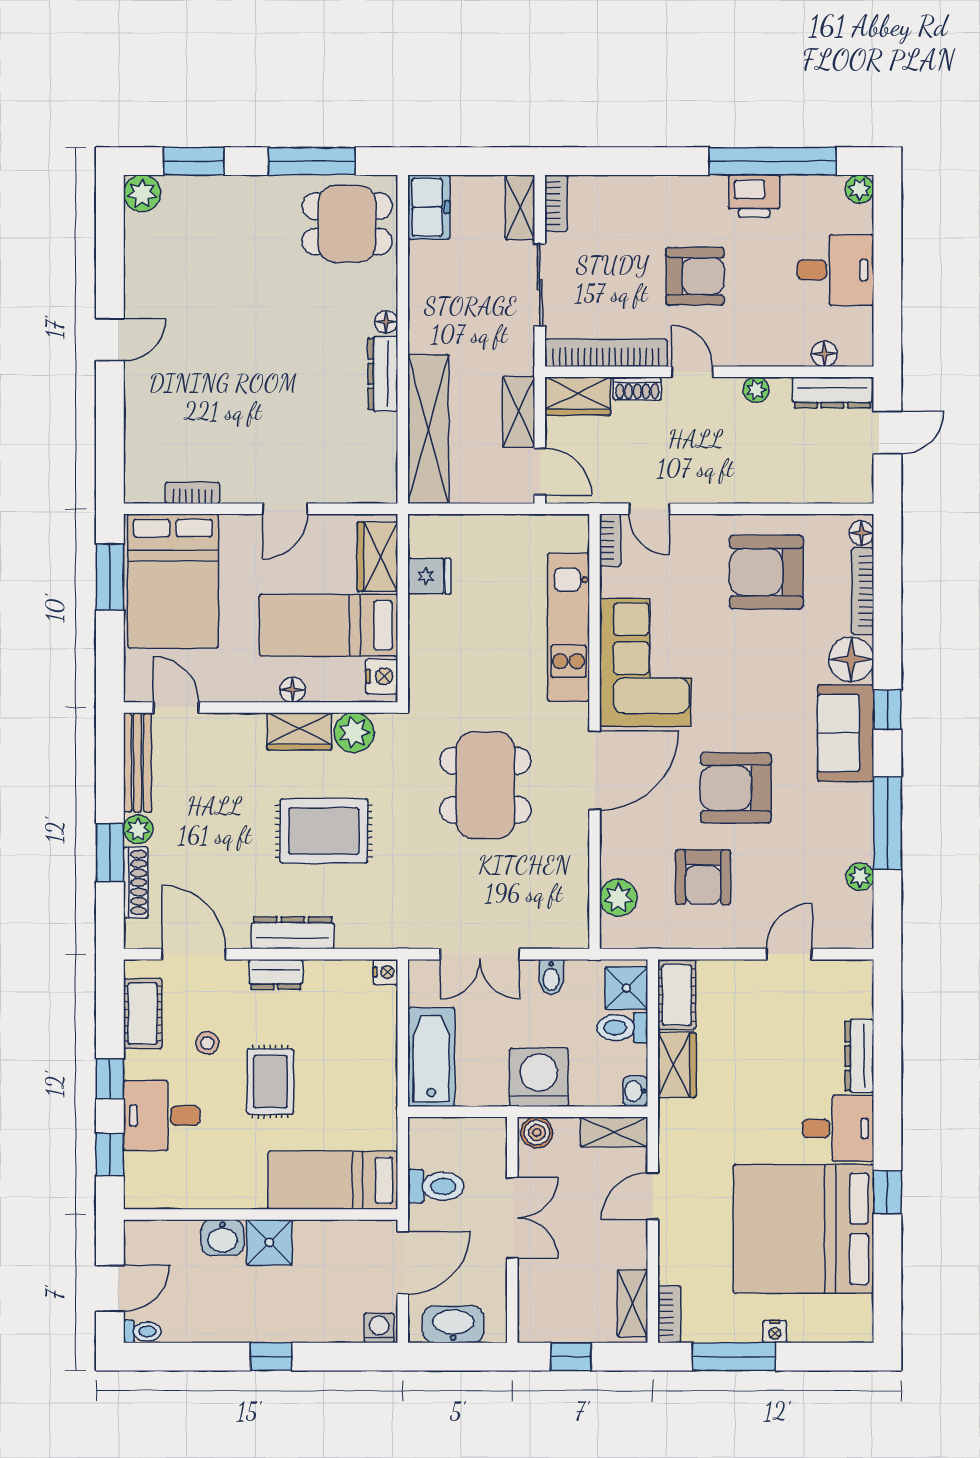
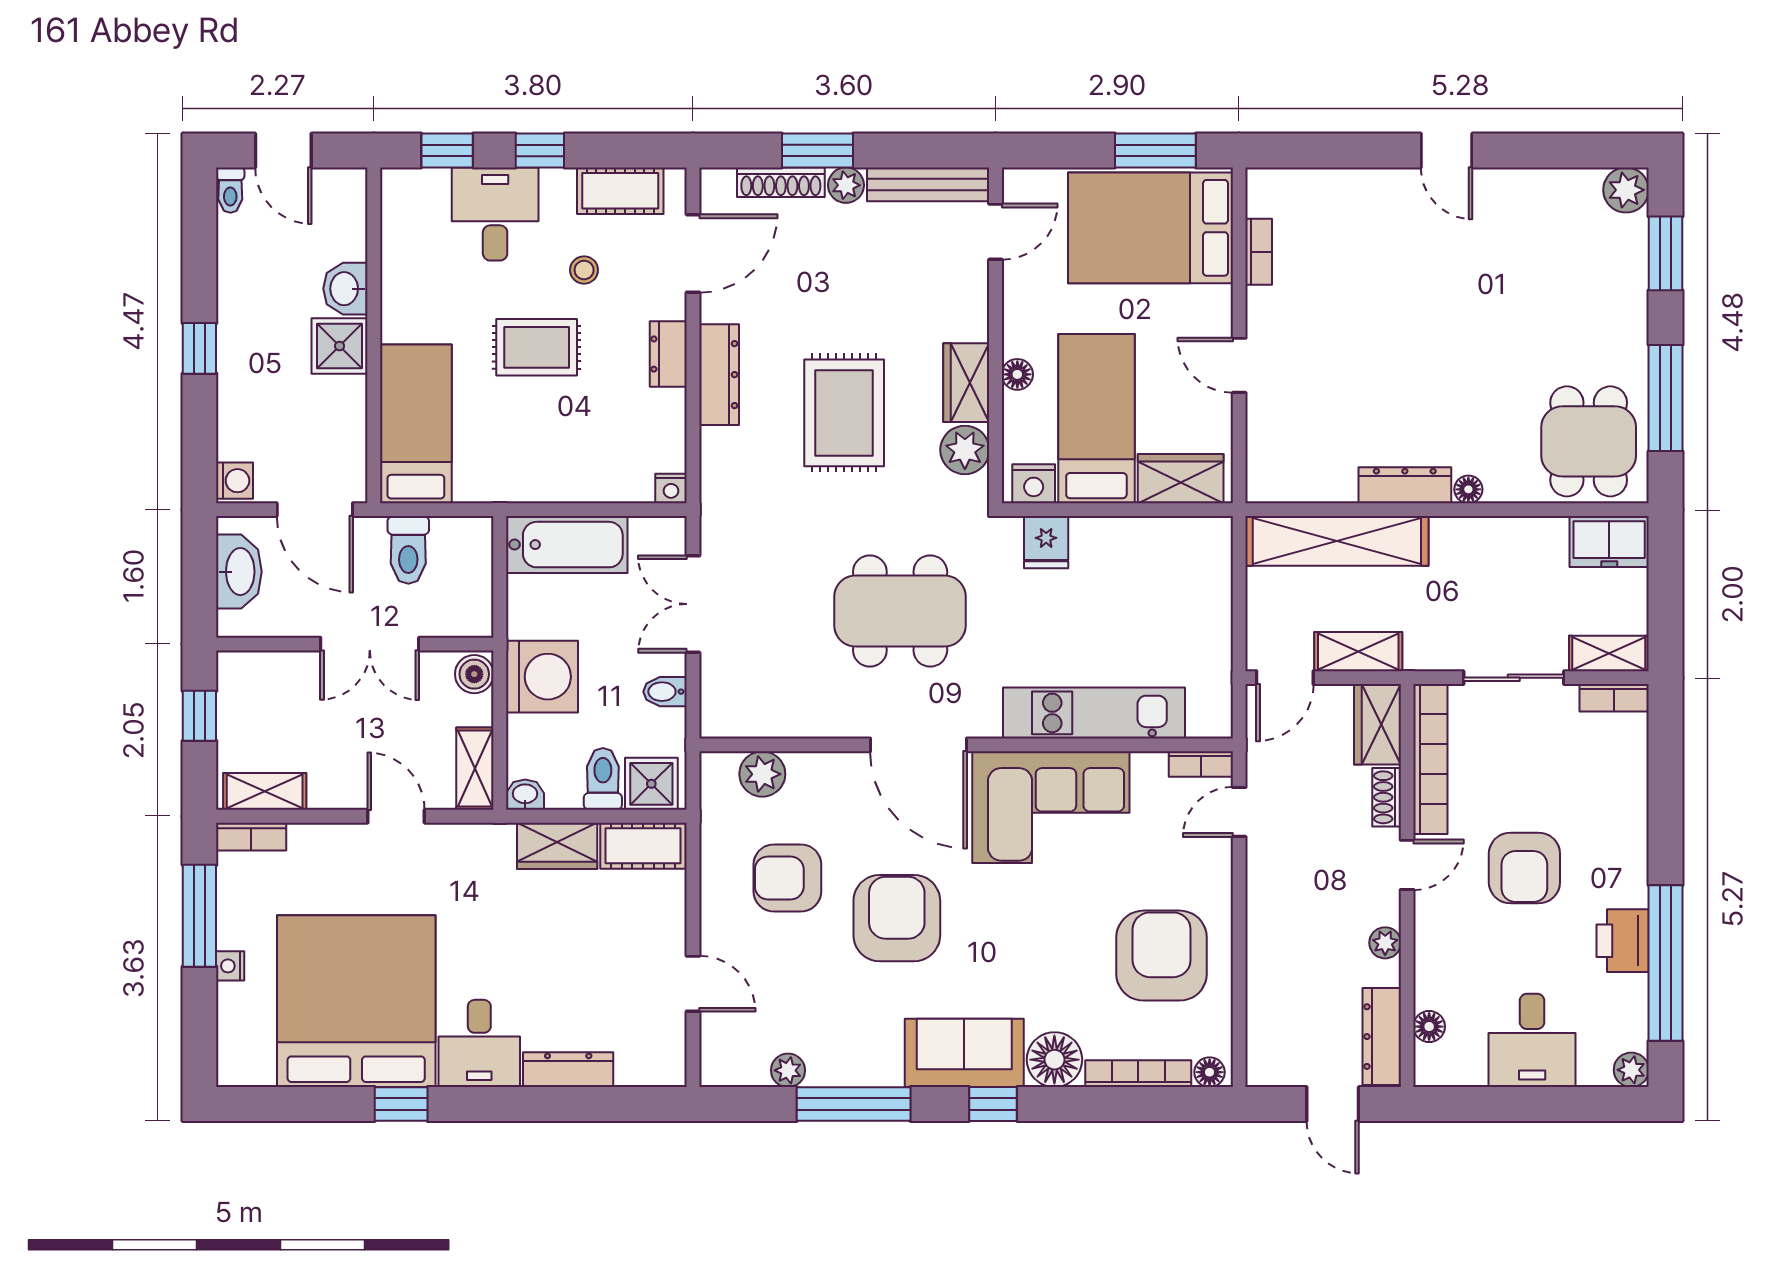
fridge: (429, 576) -> (1046, 542), moved

